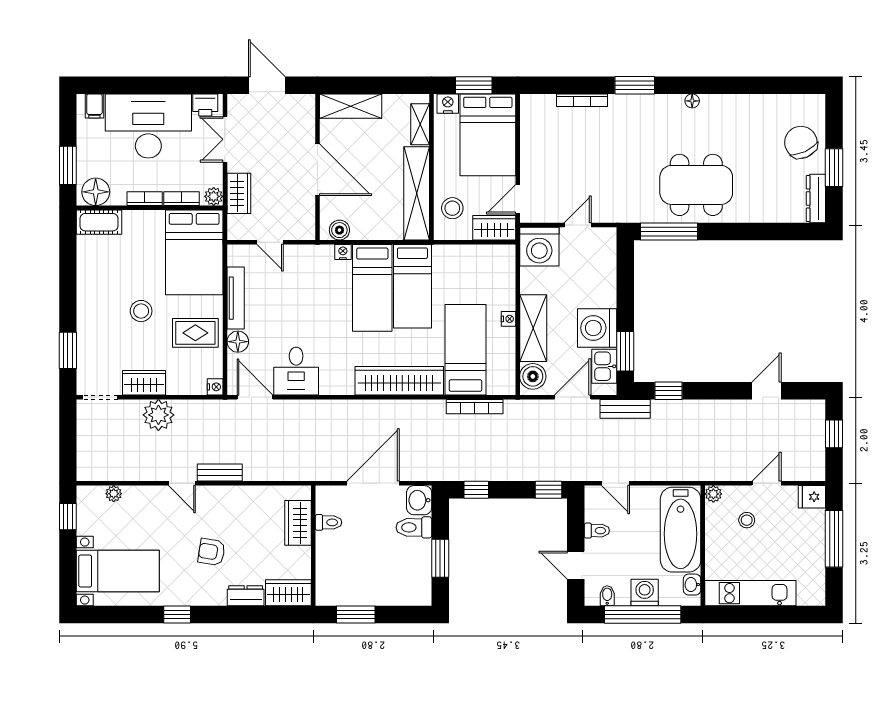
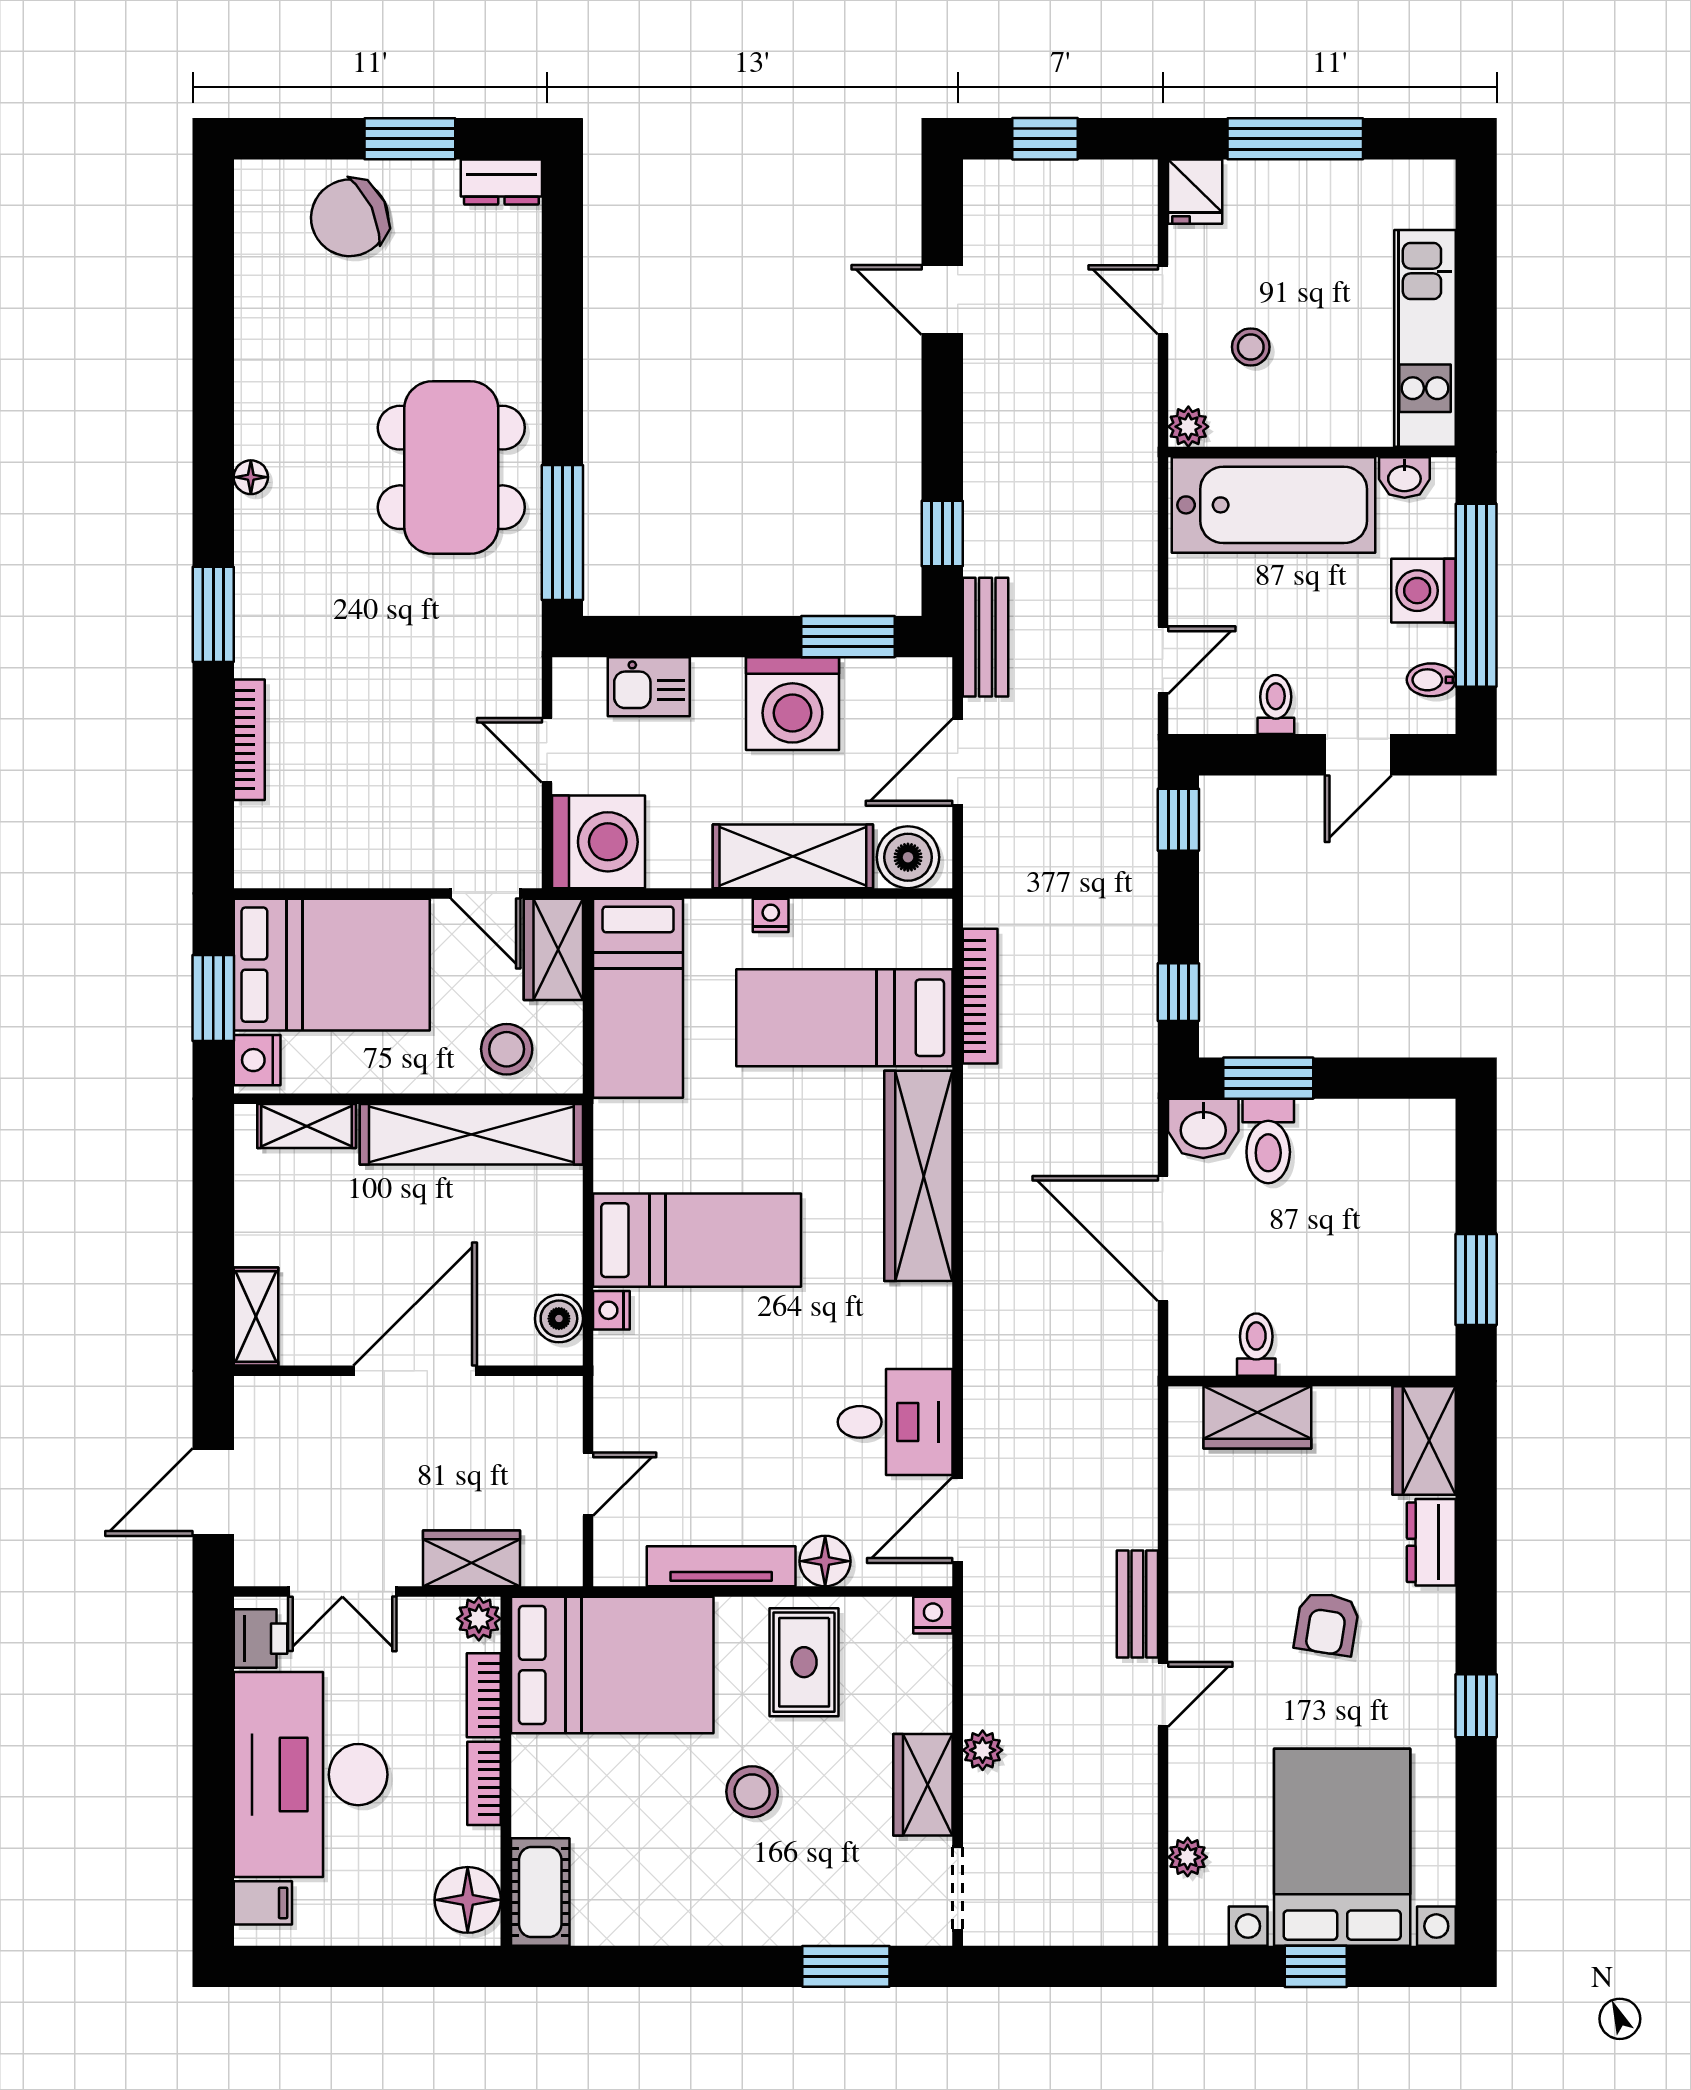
shelving: (351, 106) -> (256, 1317), width x0.67, depth x0.75
window: (68, 165) -> (405, 1966), removed
dresser: (816, 199) -> (501, 182), width x0.70
bed: (412, 286) -> (638, 998), moved, turned 90
kitchen sink: (604, 366) -> (649, 687), moved
door: (573, 397) -> (958, 762), hinge flipped
plant: (158, 415) -> (983, 1750), width x0.53, depth x0.53
window: (68, 517) -> (1316, 1966), moved
window: (440, 558) -> (1268, 1078), moved
bed with nightstands: (118, 571) -> (1342, 1847), width x1.36

